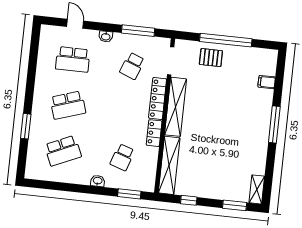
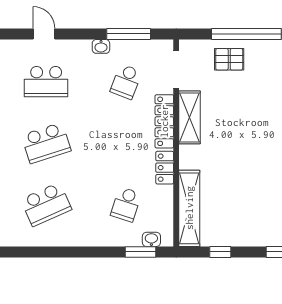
washbasin: (106, 36) -> (101, 46), moved
shelving: (176, 107) -> (189, 117), width x0.68
washbasin: (98, 181) -> (151, 239), moved

